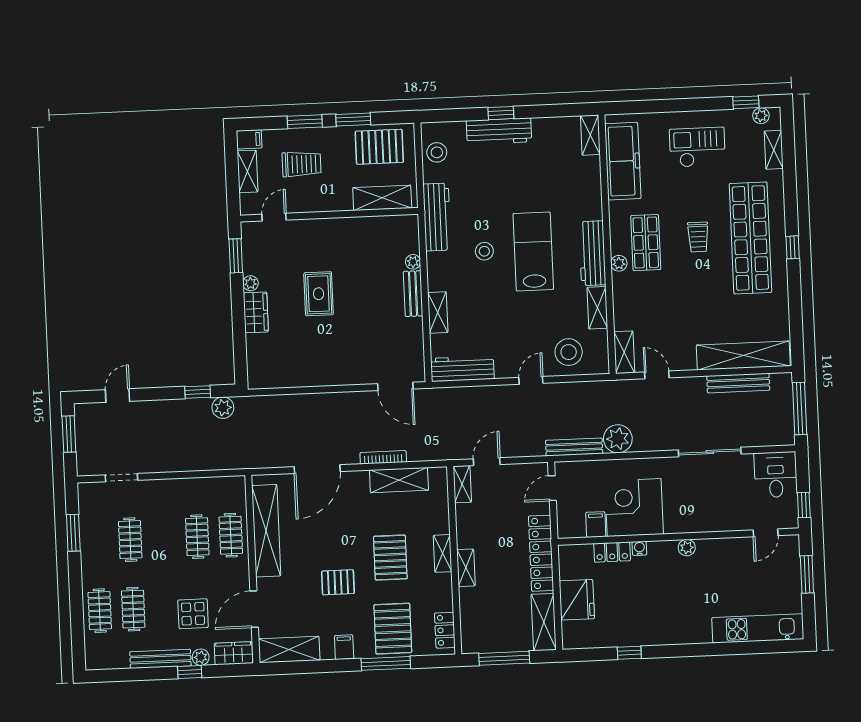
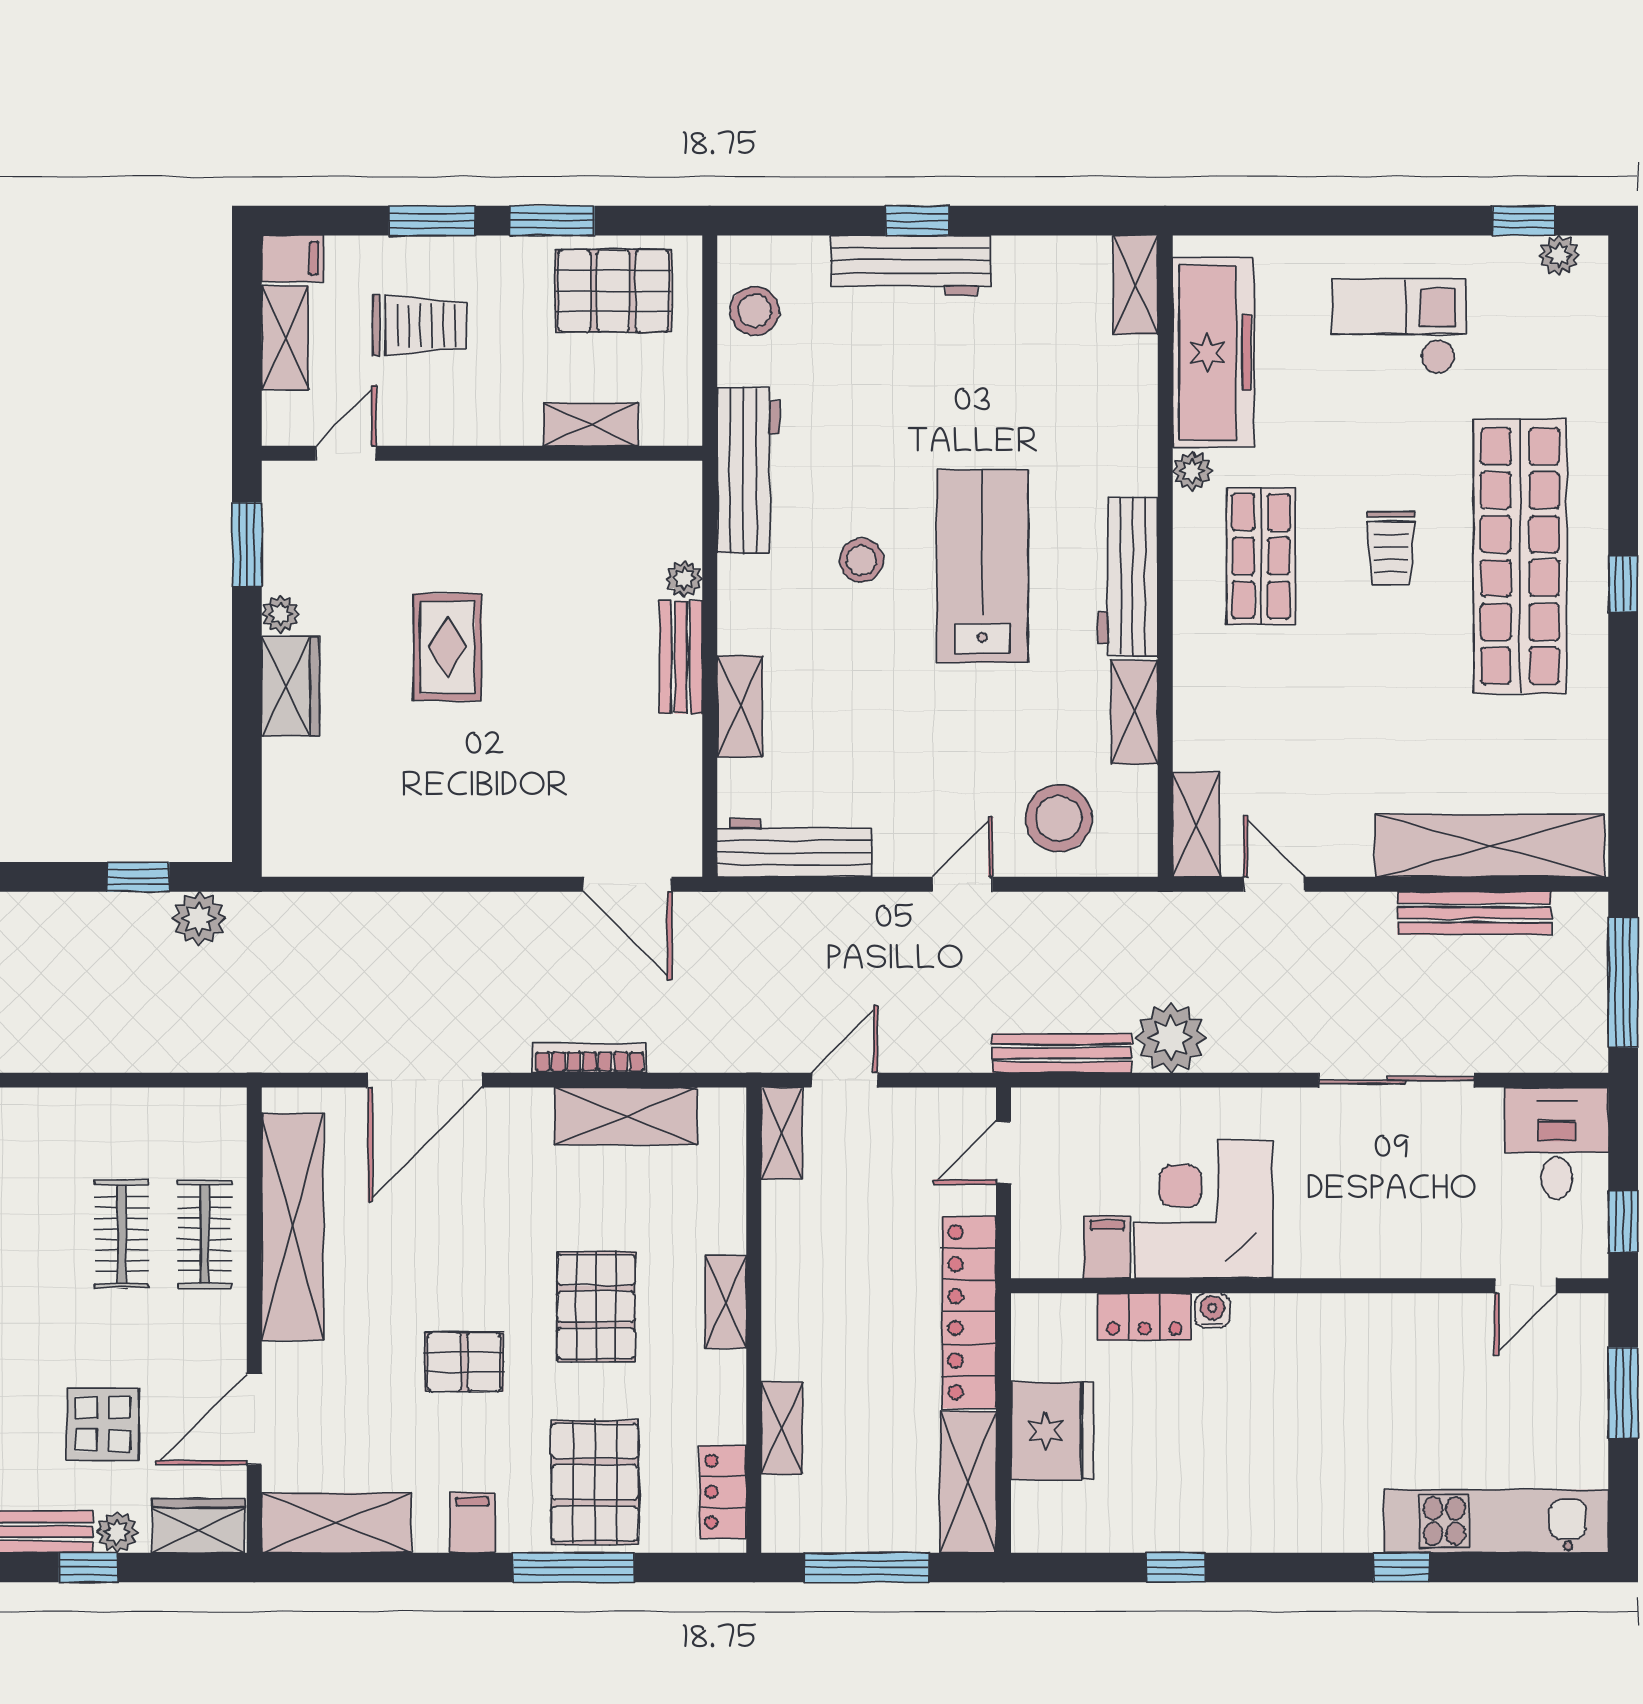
shelving: (774, 150) -> (1587, 341), removed
shelving: (382, 198) -> (591, 424), width x0.67, depth x0.75
plant: (619, 263) -> (1192, 471), moved
plant: (687, 548) -> (1329, 1314), removed
shelving: (466, 568) -> (782, 1428), moved
window: (720, 649) -> (1401, 1567), added

